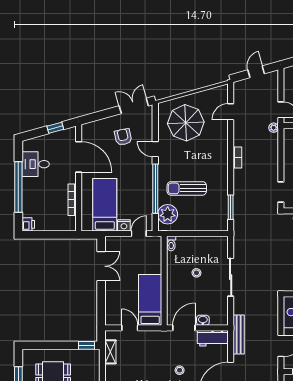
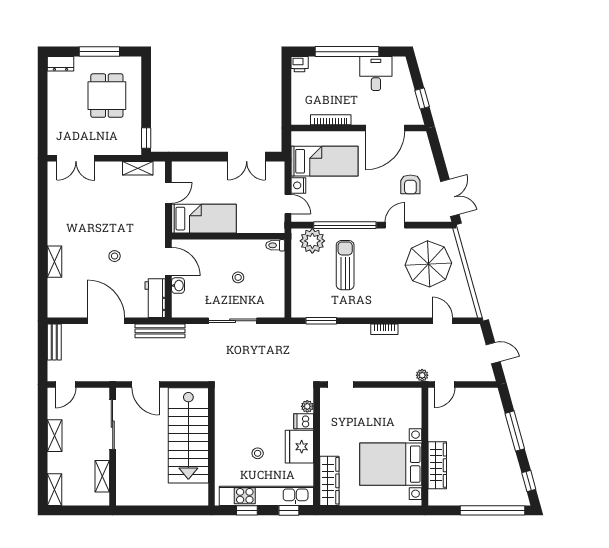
armchair: (123, 137) -> (410, 184), turned 102

